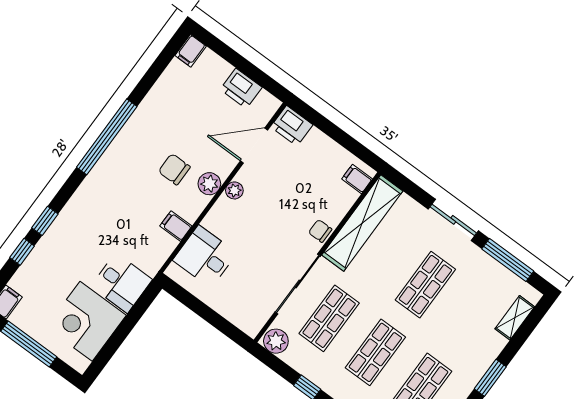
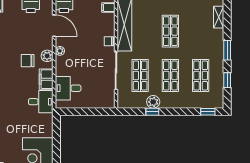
door: (254, 146) -> (54, 26), swing flipped
filing cabinet: (176, 226) -> (46, 79), width x2.00
desk: (121, 283) -> (41, 102), moved
plant: (276, 341) -> (153, 102), moved

